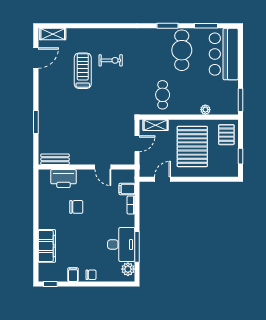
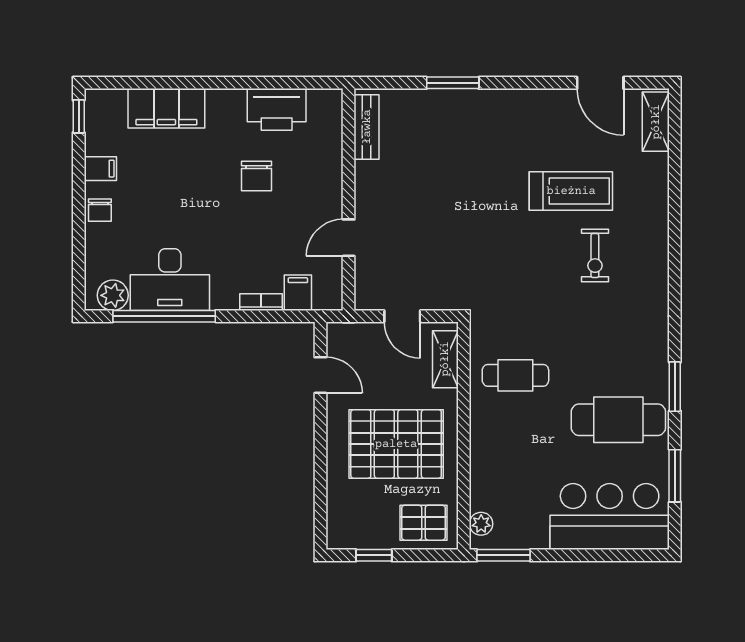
plant: (205, 110) -> (481, 524), moved
printer: (64, 179) -> (277, 109), moved, turned -90
window: (137, 247) -> (164, 316), width x1.46

